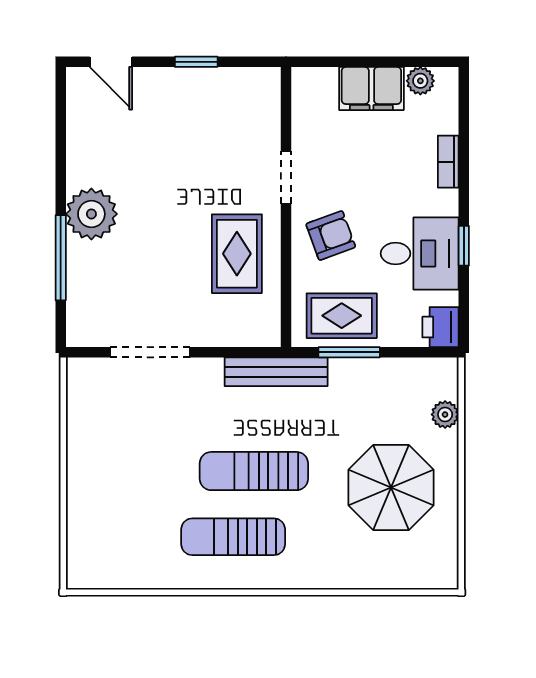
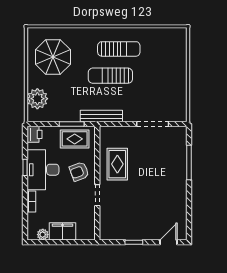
door: (111, 62) -> (169, 242), hinge flipped
plant: (91, 214) -> (176, 180), removed
desk: (420, 253) -> (43, 170), width x1.37
plant: (445, 414) -> (37, 99), width x1.87, depth x1.87
sun lounger: (254, 471) -> (110, 76), turned 180
parasol: (391, 488) -> (53, 57), moved

